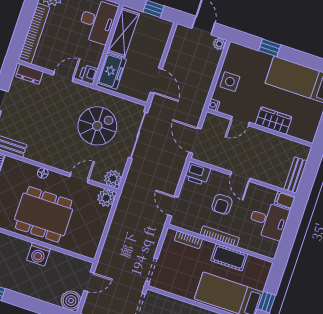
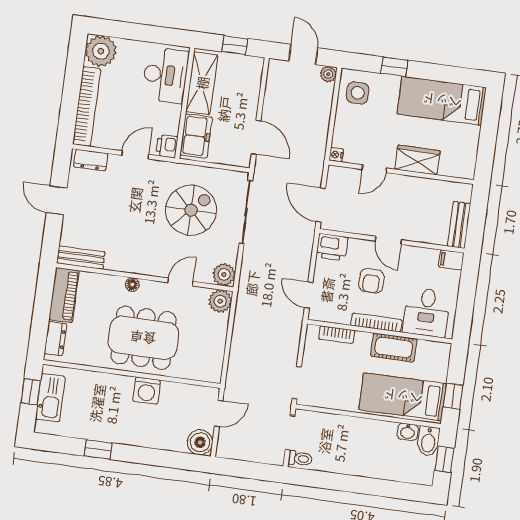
side table: (230, 82) -> (358, 93), moved
desk: (269, 220) -> (427, 312), moved, turned 90

